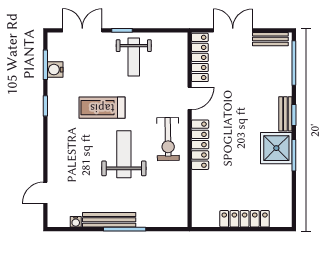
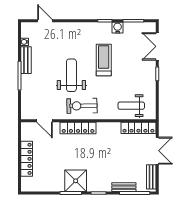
double door: (82, 30) -> (157, 46), swing flipped
weight bench: (134, 57) -> (131, 106), moved
water cooler: (55, 70) -> (118, 28), moved
door: (190, 98) -> (45, 121), moved
bench: (285, 114) -> (124, 187), moved
weight bench: (124, 154) -> (71, 75), turned -90
bench: (109, 220) -> (26, 60), width x0.73

